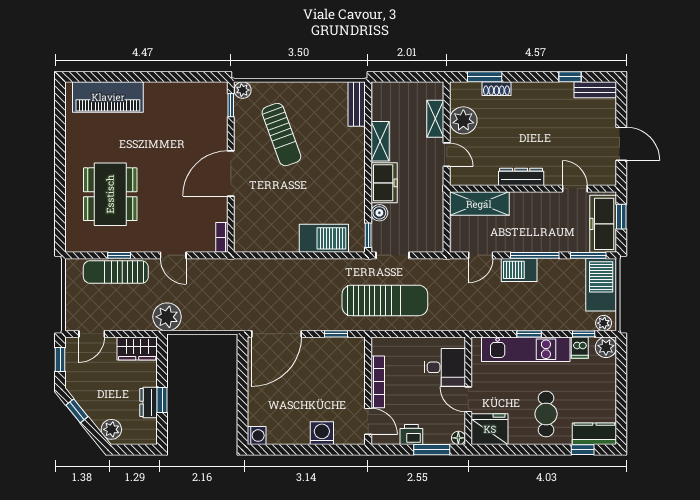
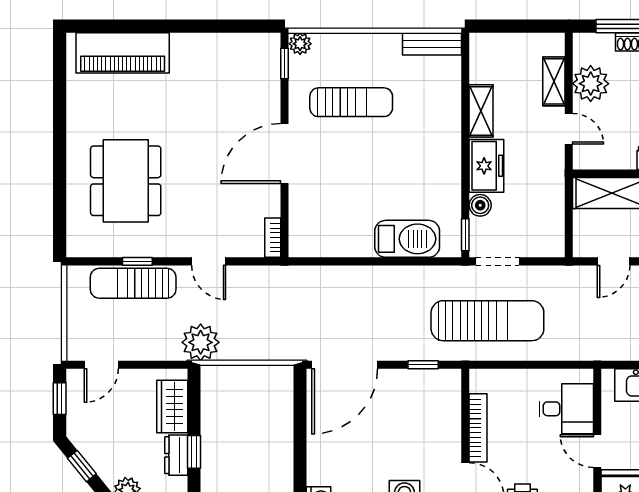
bench: (357, 104) -> (432, 44), moved, turned 90
sun lounger: (281, 135) -> (351, 102), turned -70
wardrobe: (137, 348) -> (172, 407), moved, turned 90

